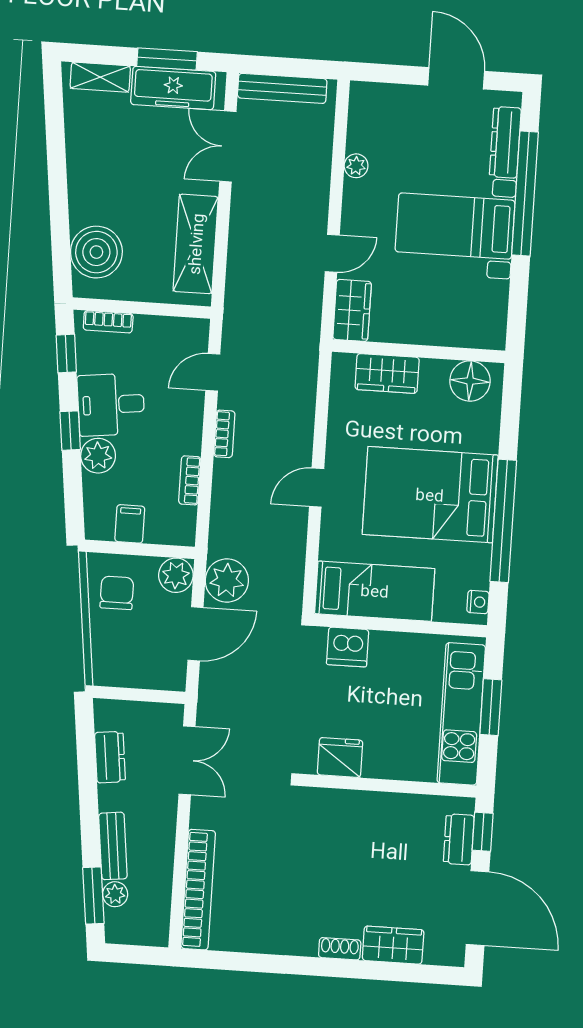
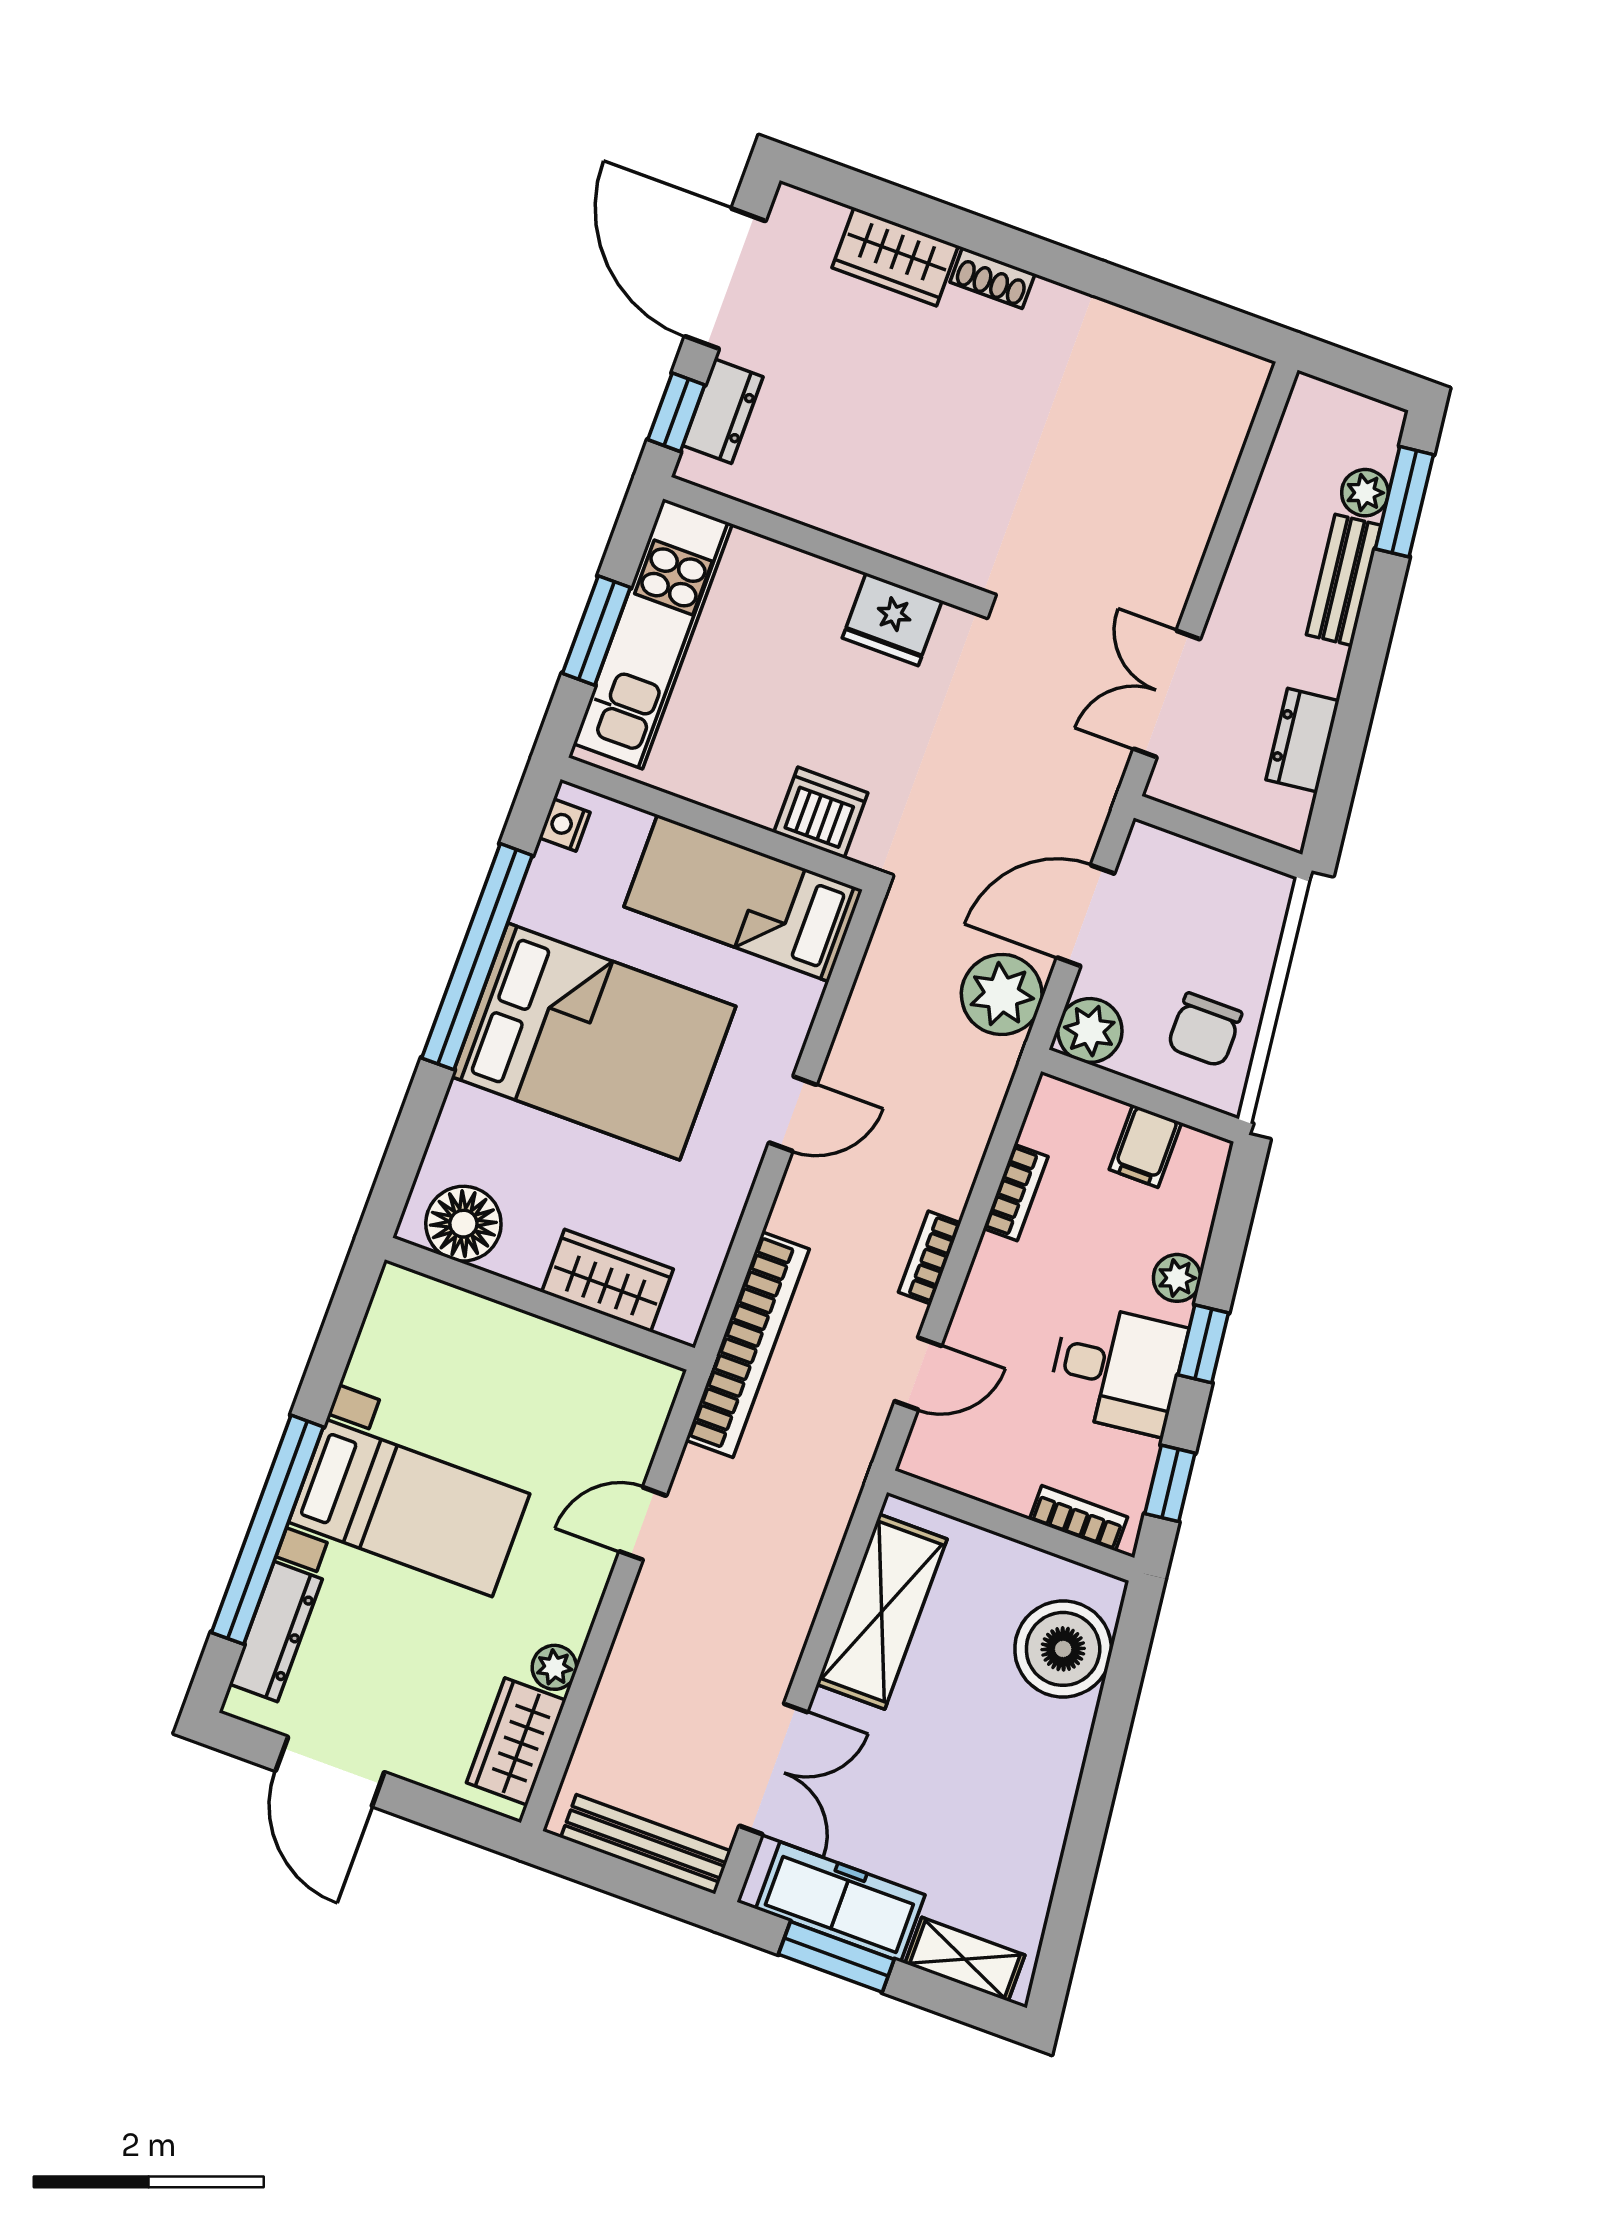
wardrobe: (352, 310) -> (516, 1742), moved
plant: (98, 456) -> (1177, 1278), width x0.73, depth x0.73
bookcase: (198, 890) -> (747, 1345), moved, turned 180

